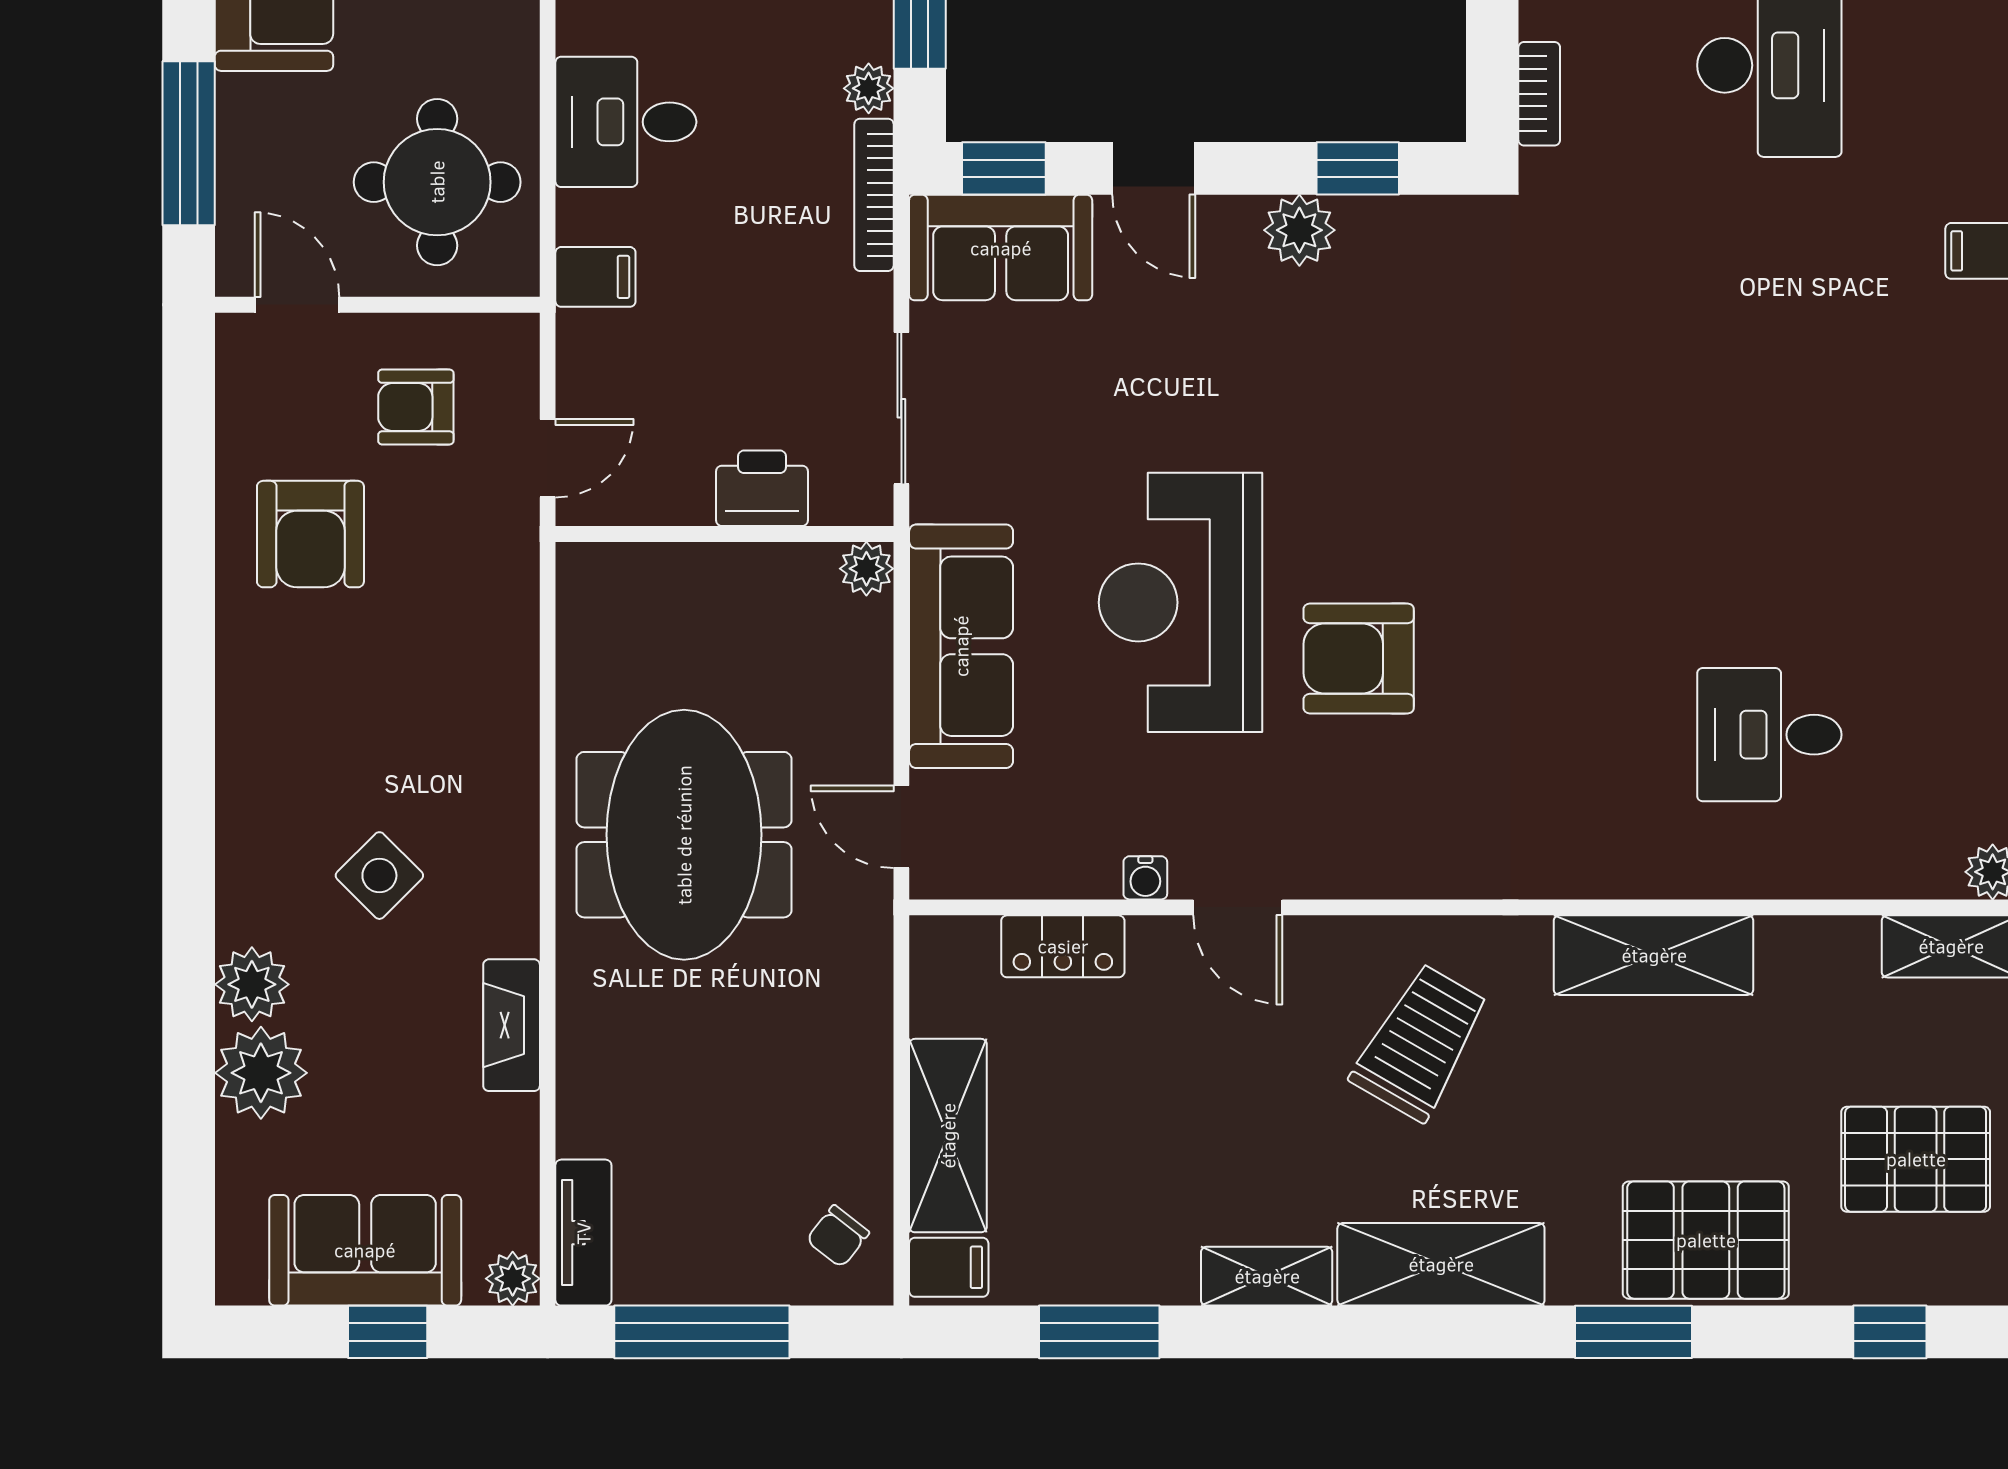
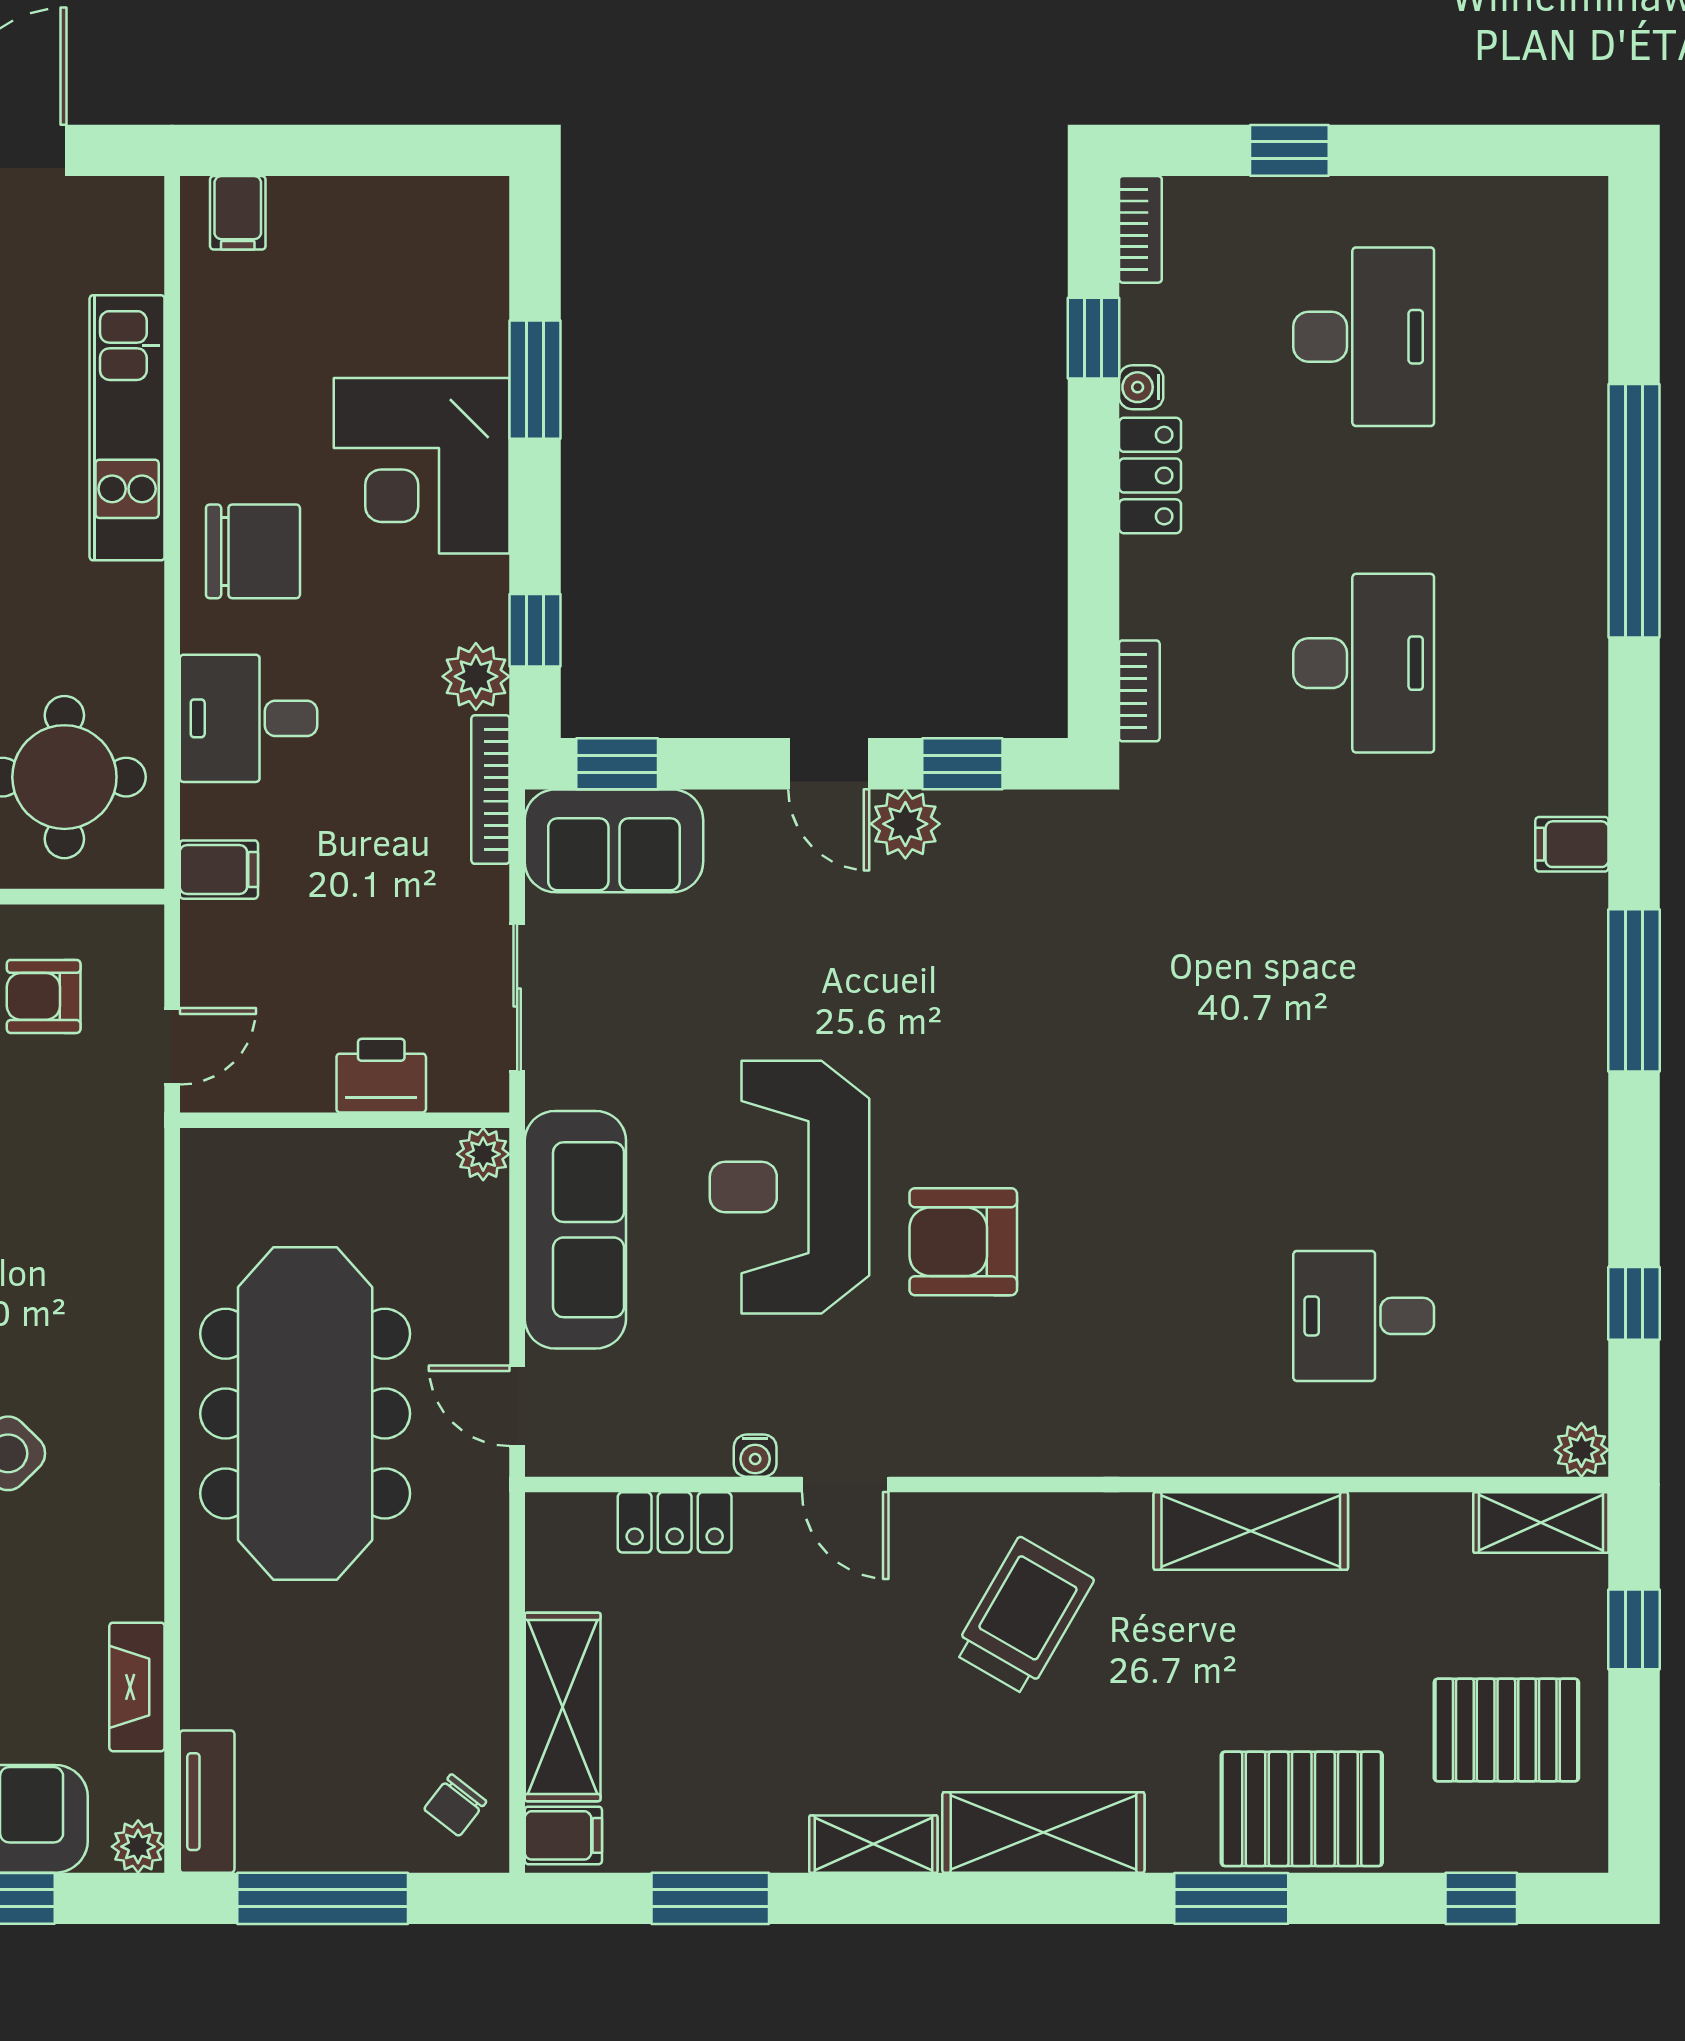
plant: (869, 88) -> (476, 676), width x1.38, depth x1.38
door: (1154, 168) -> (829, 764), moved
meeting table: (684, 835) -> (305, 1414), width x1.36
fireplace: (512, 1025) -> (137, 1687), moved

